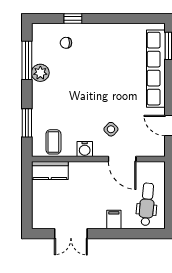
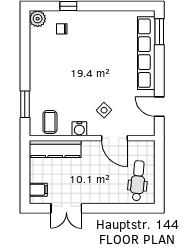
window: (27, 60) -> (25, 45), removed
plant: (40, 73) -> (38, 19), moved
kitchen counter: (50, 171) -> (55, 149), width x1.50
filing cabinet: (114, 219) -> (38, 190), moved, turned 90

